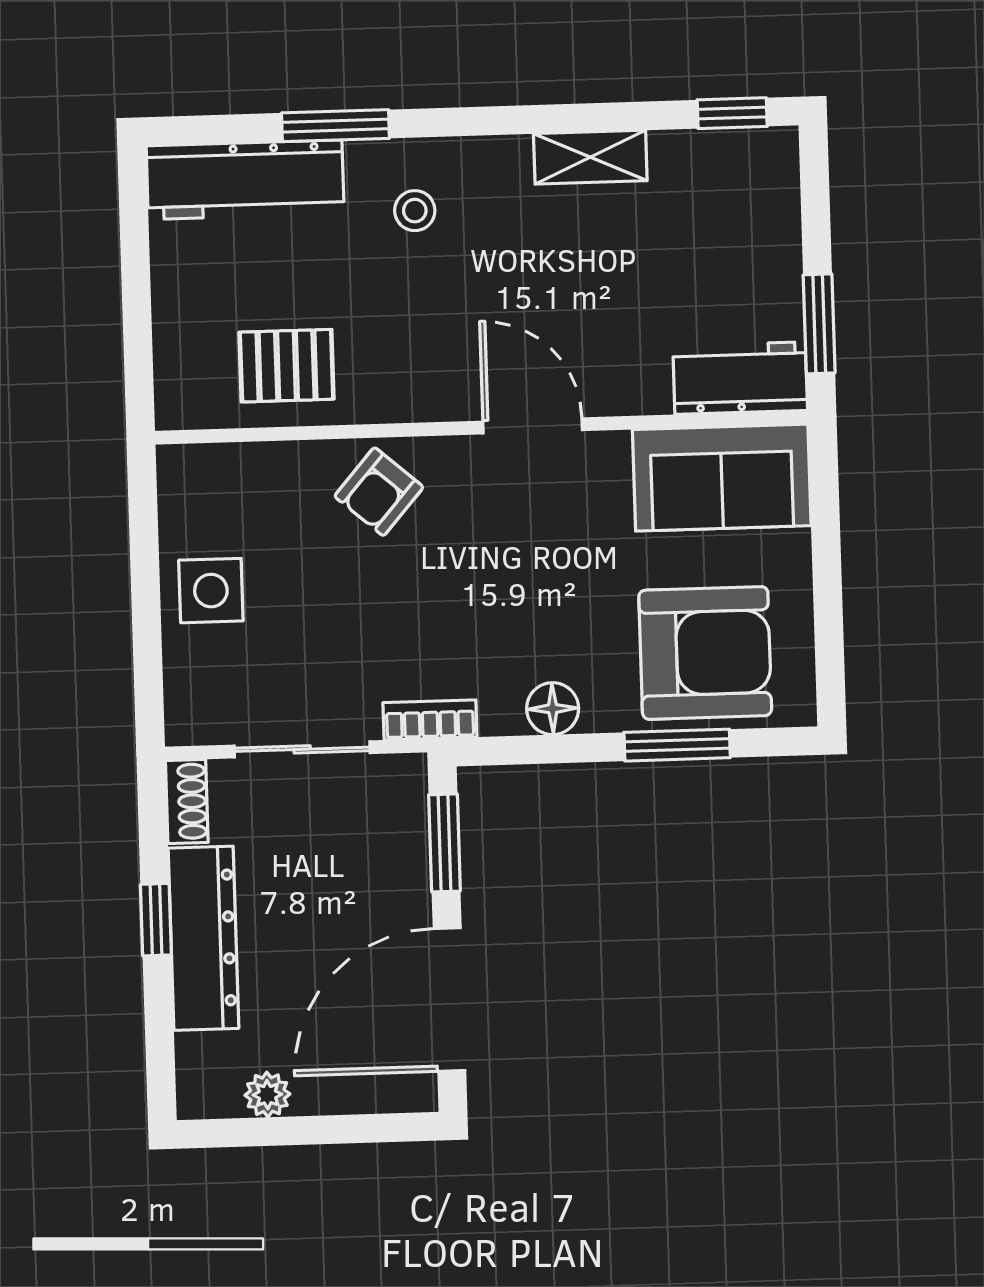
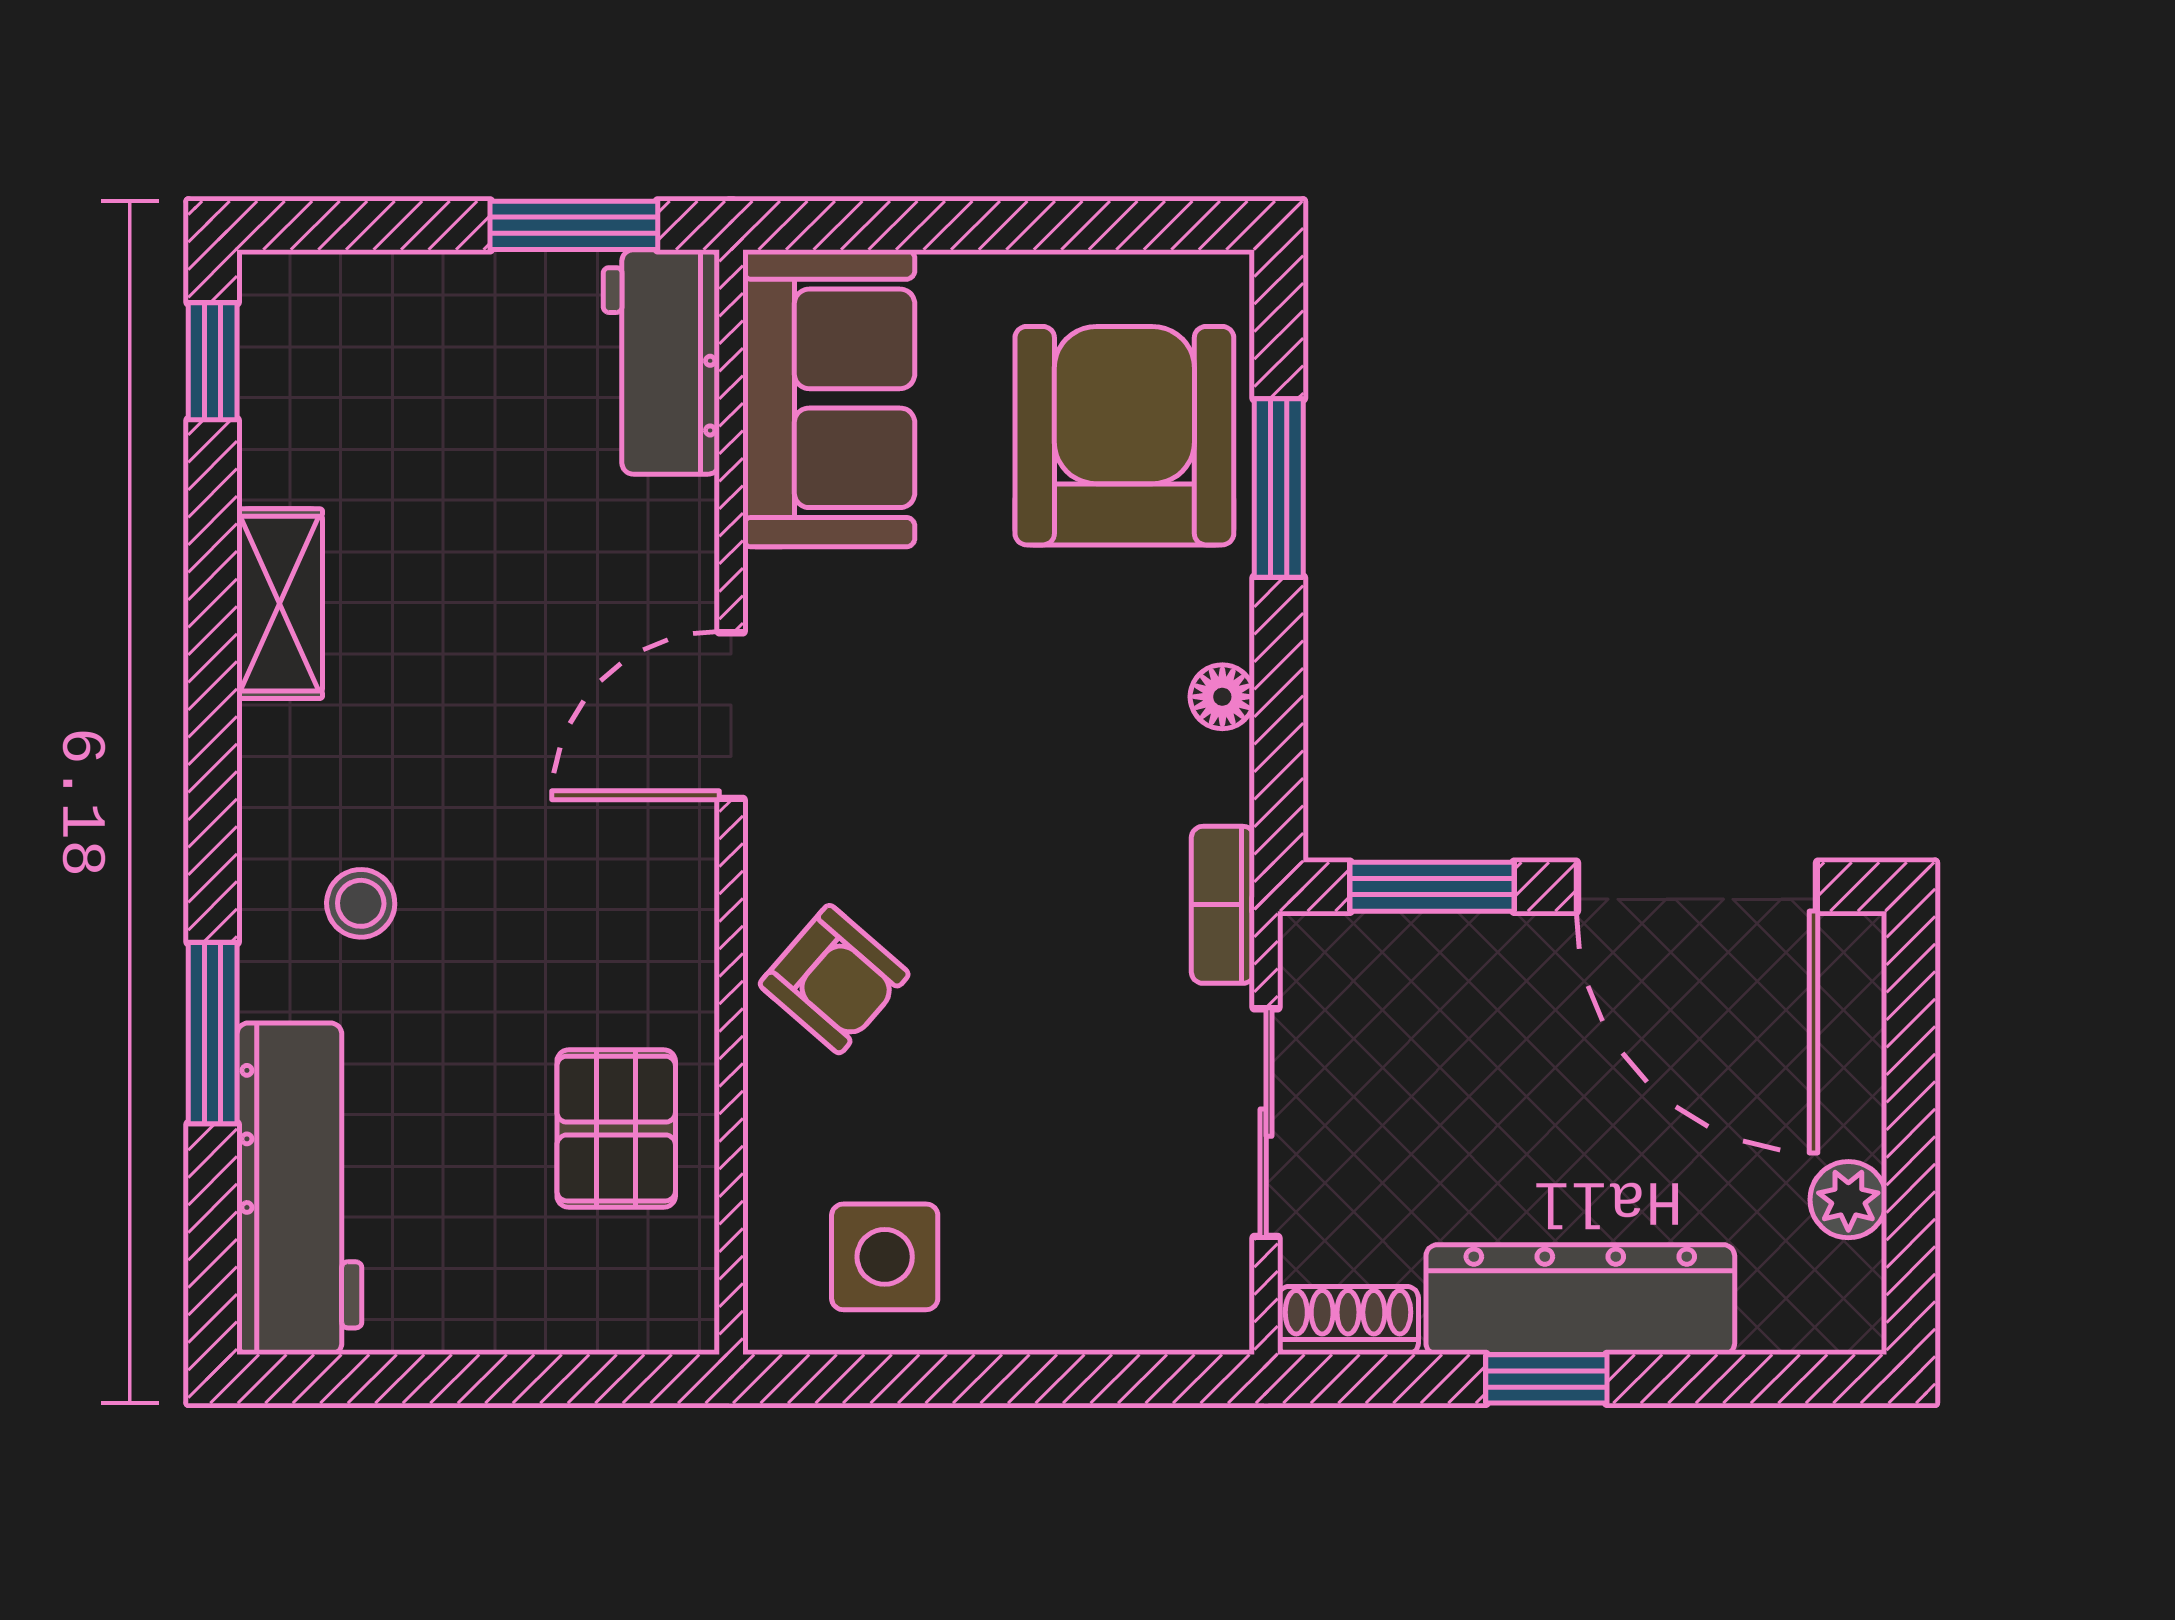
side table: (211, 591) -> (885, 1257), moved
floor lamp: (553, 709) -> (1222, 697), width x0.73, depth x0.73

